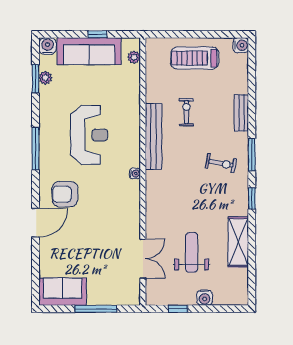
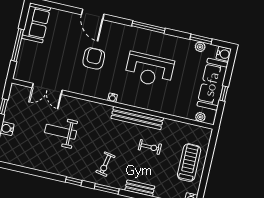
armchair: (65, 194) -> (94, 58), moved
shelving: (238, 242) -> (43, 164), removed
weight bench: (192, 252) -> (61, 132), moved, turned 180

